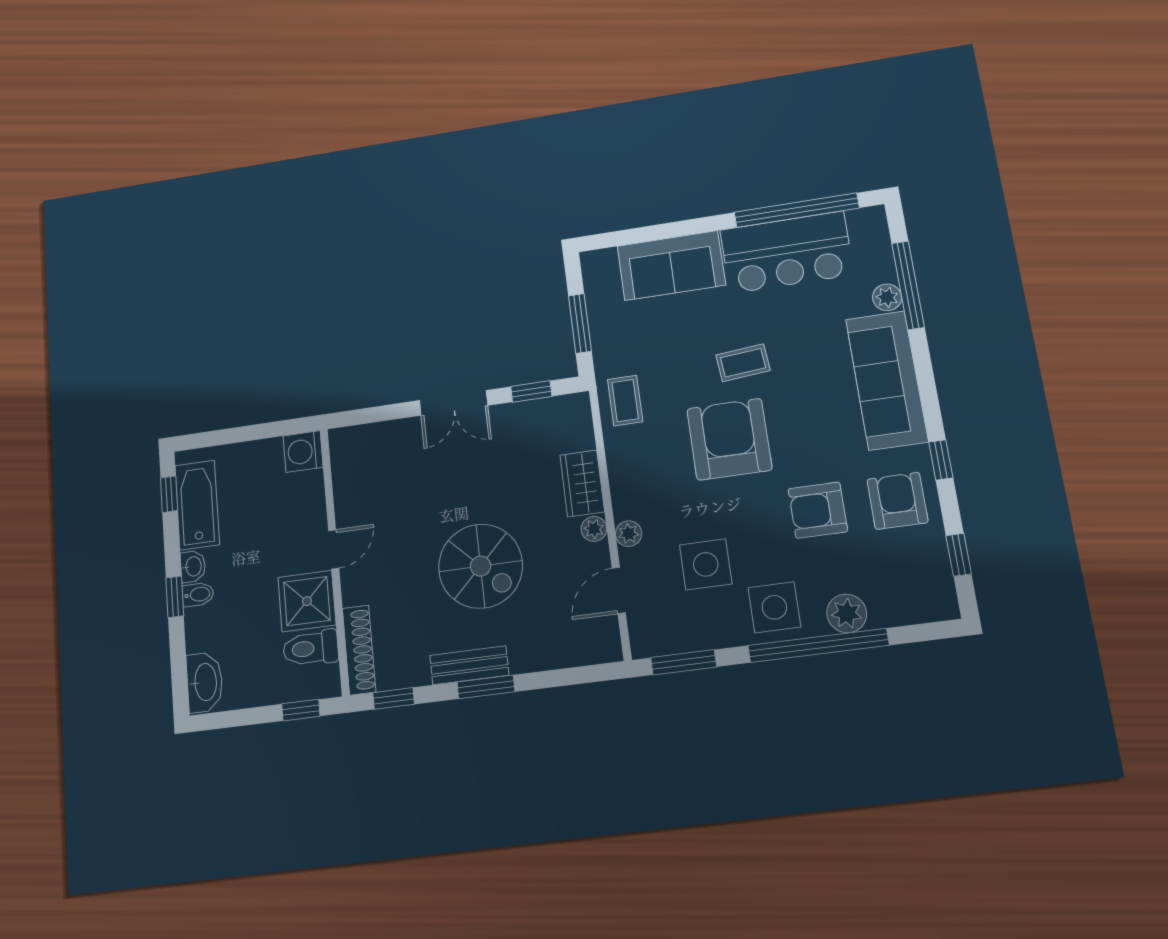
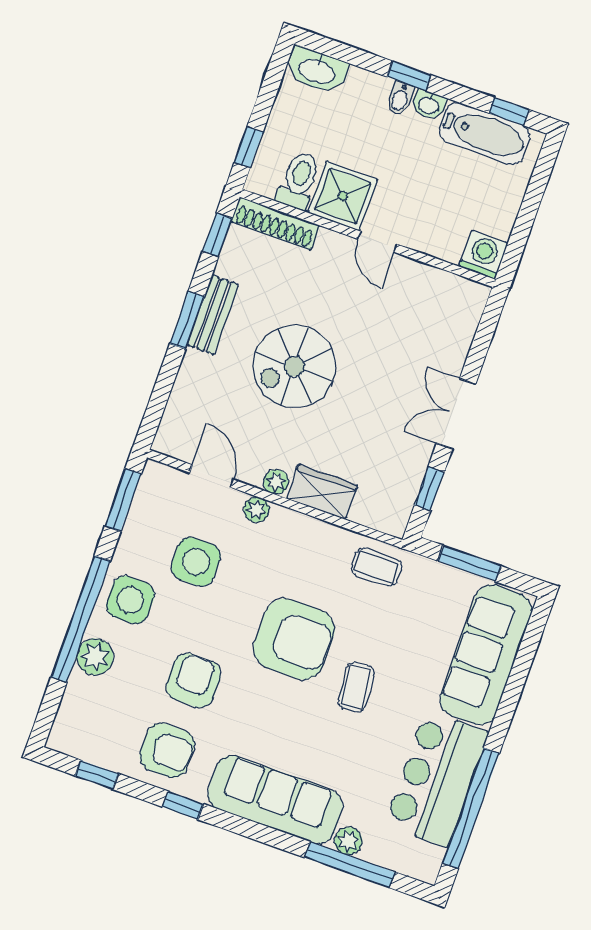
sofa: (671, 266) -> (486, 655), width x1.36

